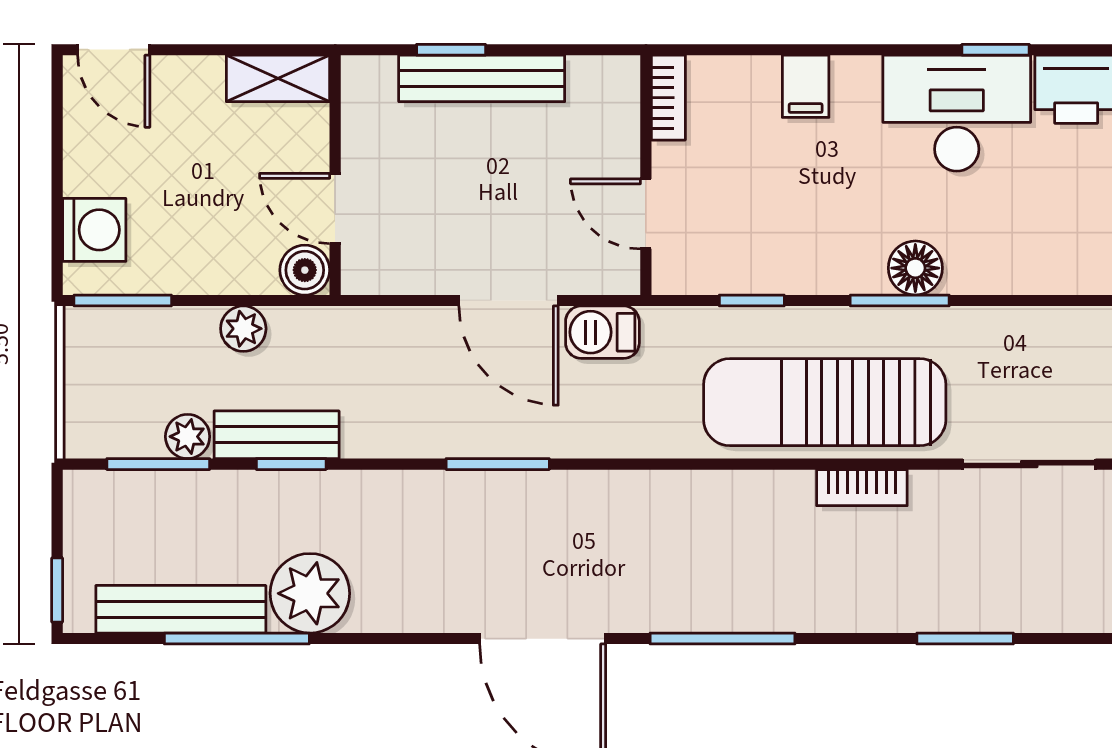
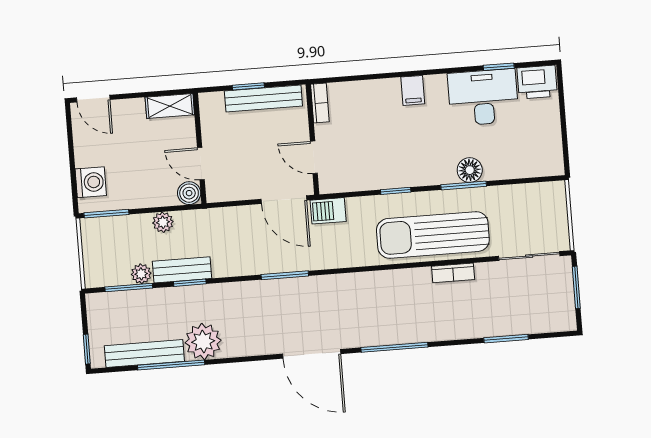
bookcase: (668, 98) -> (320, 103), moved
wall: (646, 175) -> (312, 139), moved
door: (646, 214) -> (314, 157), moved

